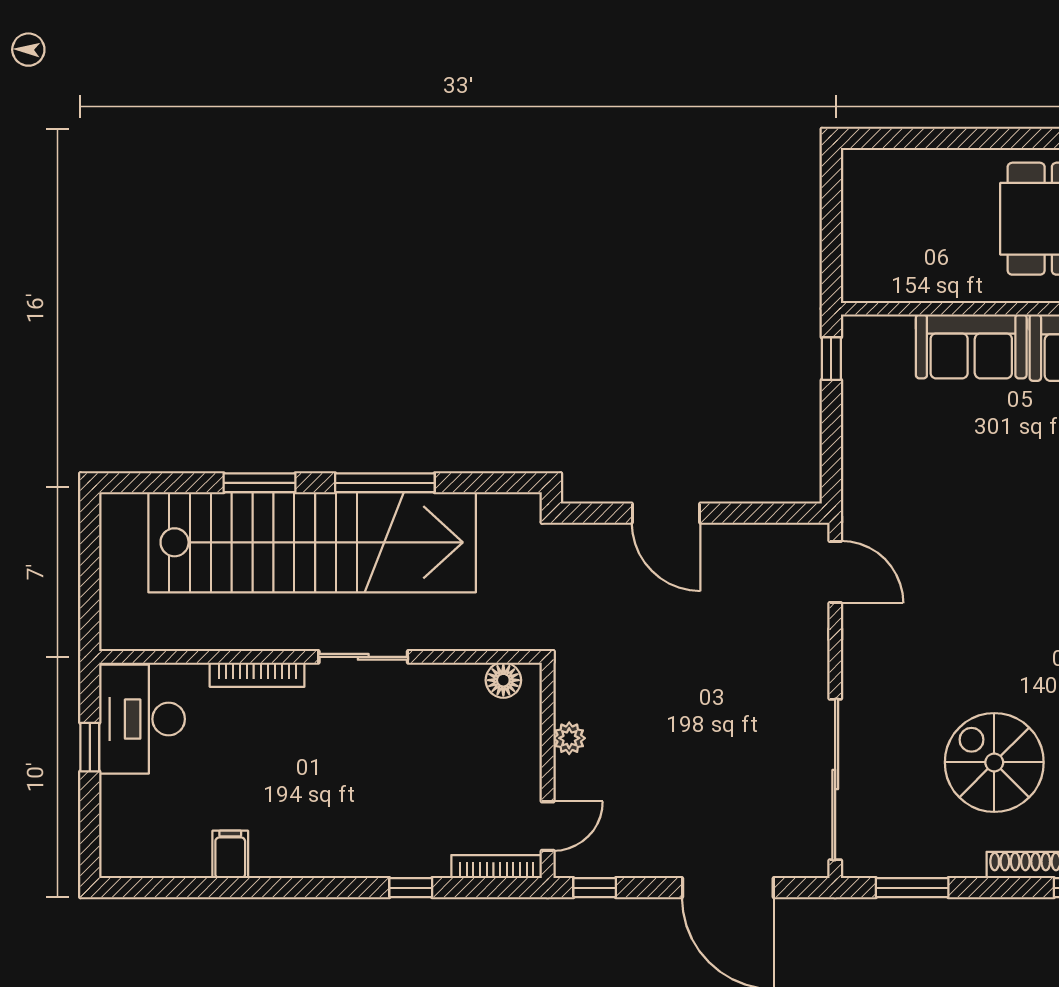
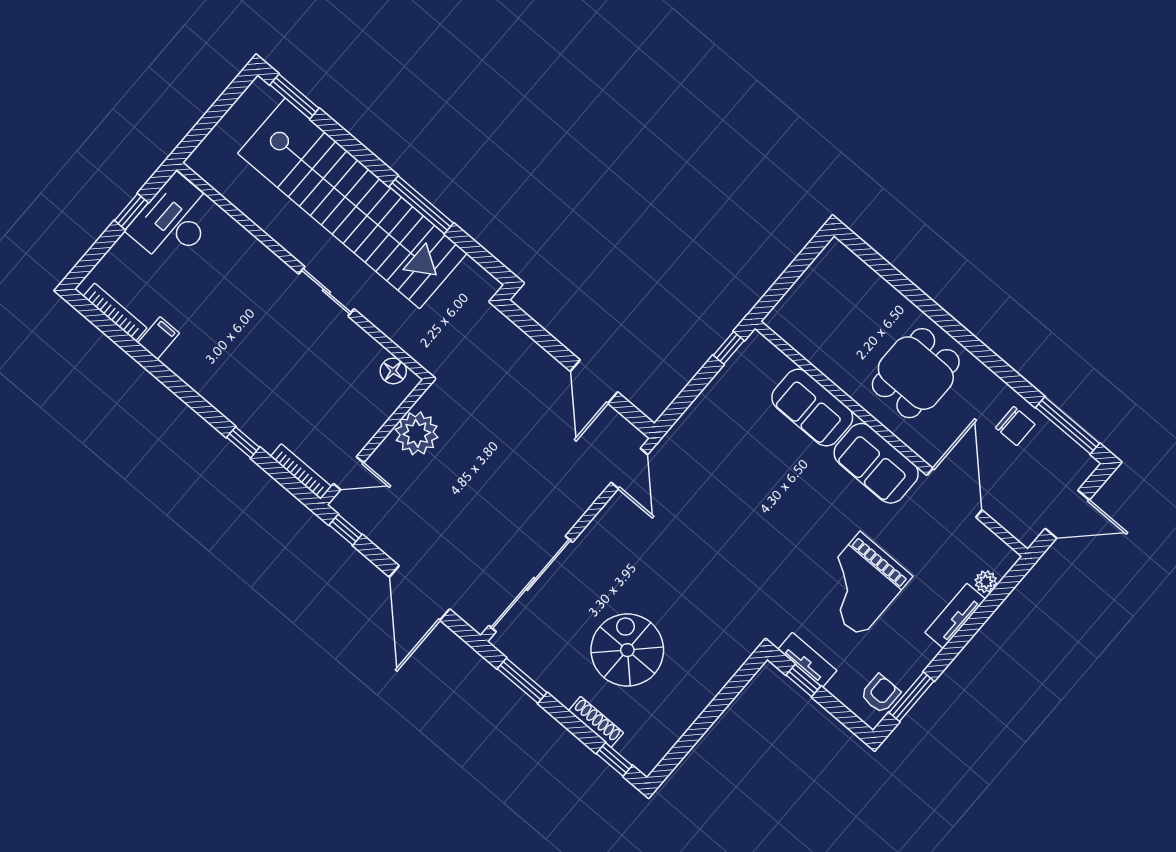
window: (259, 483) -> (294, 96), moved
door: (666, 513) -> (594, 382), moved
bookcase: (257, 675) -> (115, 312), moved, turned 180
plant: (569, 738) -> (417, 433), width x1.87, depth x1.87

